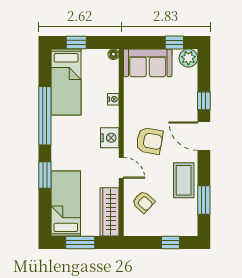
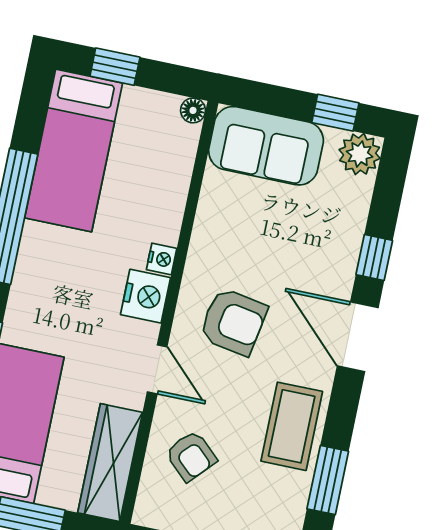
nightstand: (113, 99) -> (162, 259), moved

